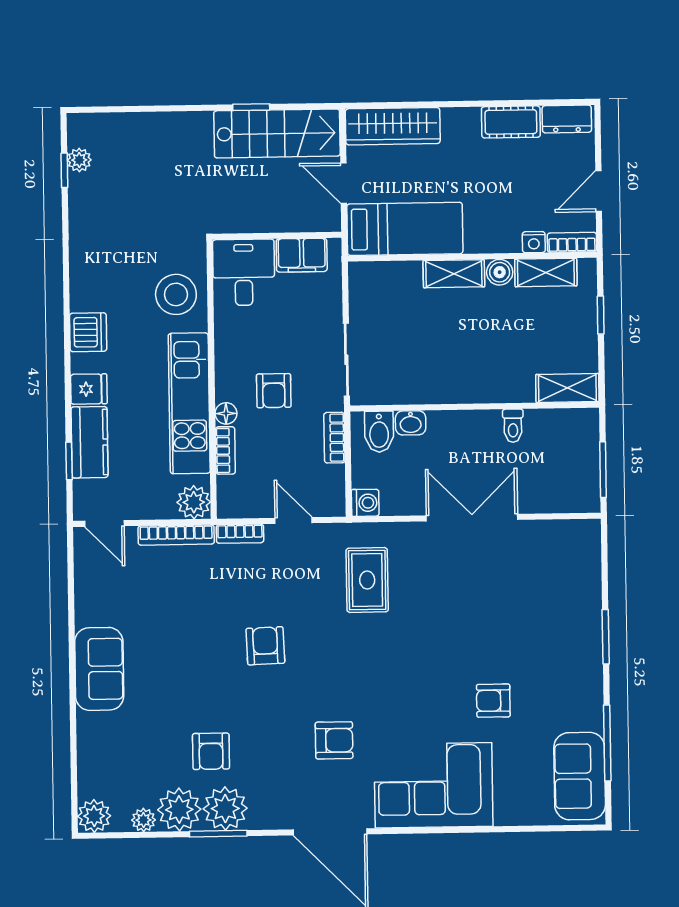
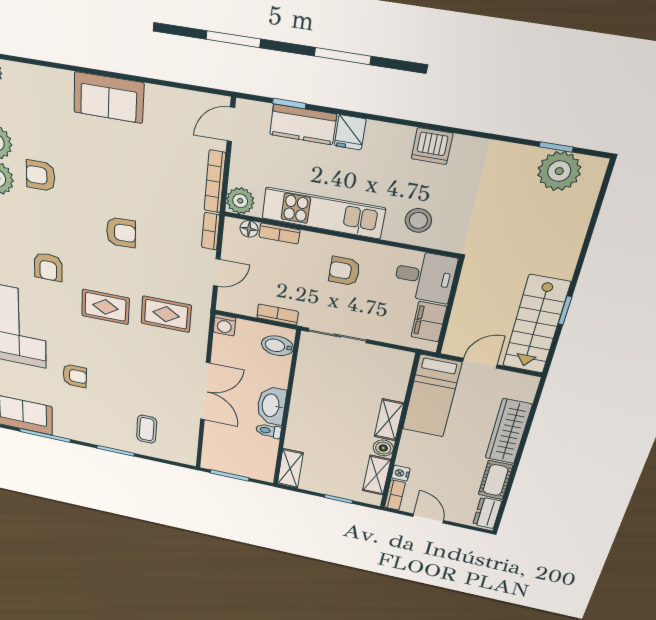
wardrobe: (393, 126) -> (508, 431), moved
plant: (79, 160) -> (559, 171), width x1.88, depth x1.88
stool: (176, 294) -> (418, 220), width x0.73, depth x0.73
dishwasher: (88, 332) -> (432, 146), moved
armchair: (274, 391) -> (344, 271), moved
floor lamp: (226, 413) -> (249, 229), moved
washbasin: (411, 423) -> (271, 406), moved, width x1.91, depth x1.45
coffee table: (556, 594) -> (147, 429), added
rug: (375, 661) -> (105, 307), added
armchair: (493, 701) -> (75, 376), turned 90

